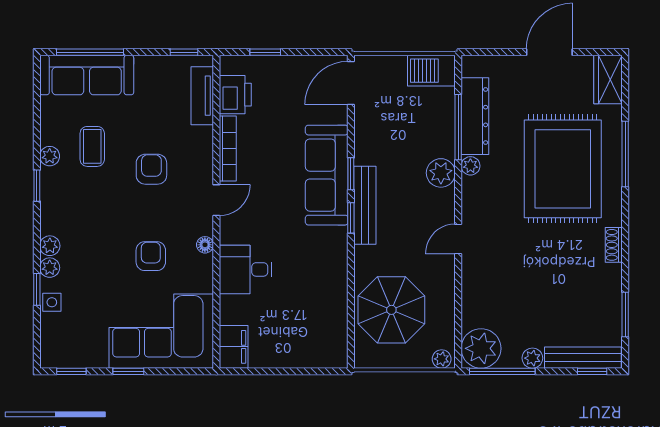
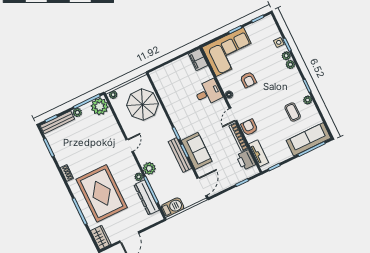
armchair: (151, 169) -> (249, 127), moved, turned 180
sofa: (327, 175) -> (197, 151), width x0.73
bench: (365, 205) -> (180, 155), moved

